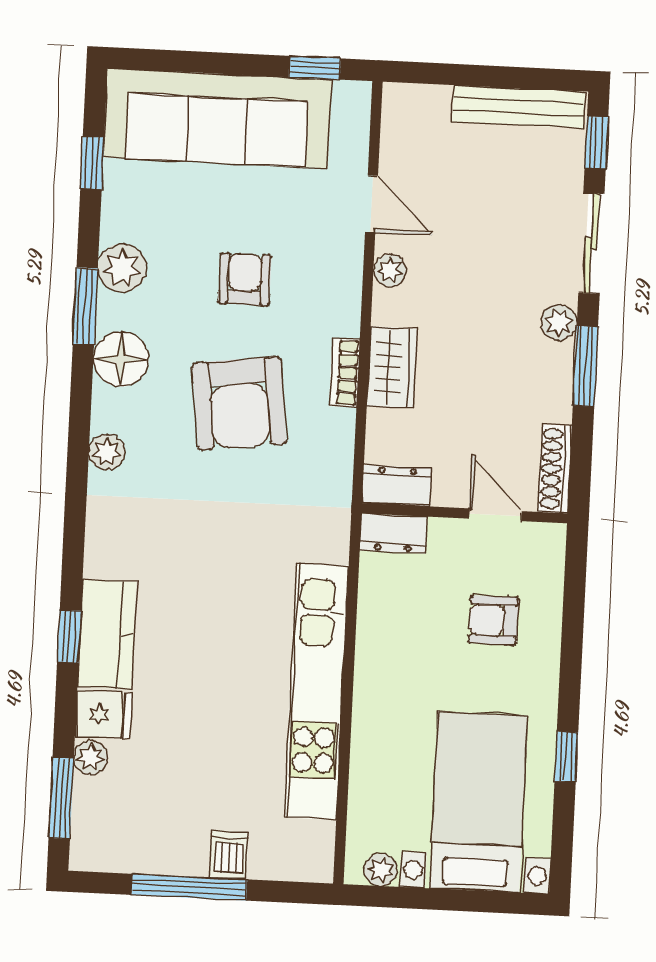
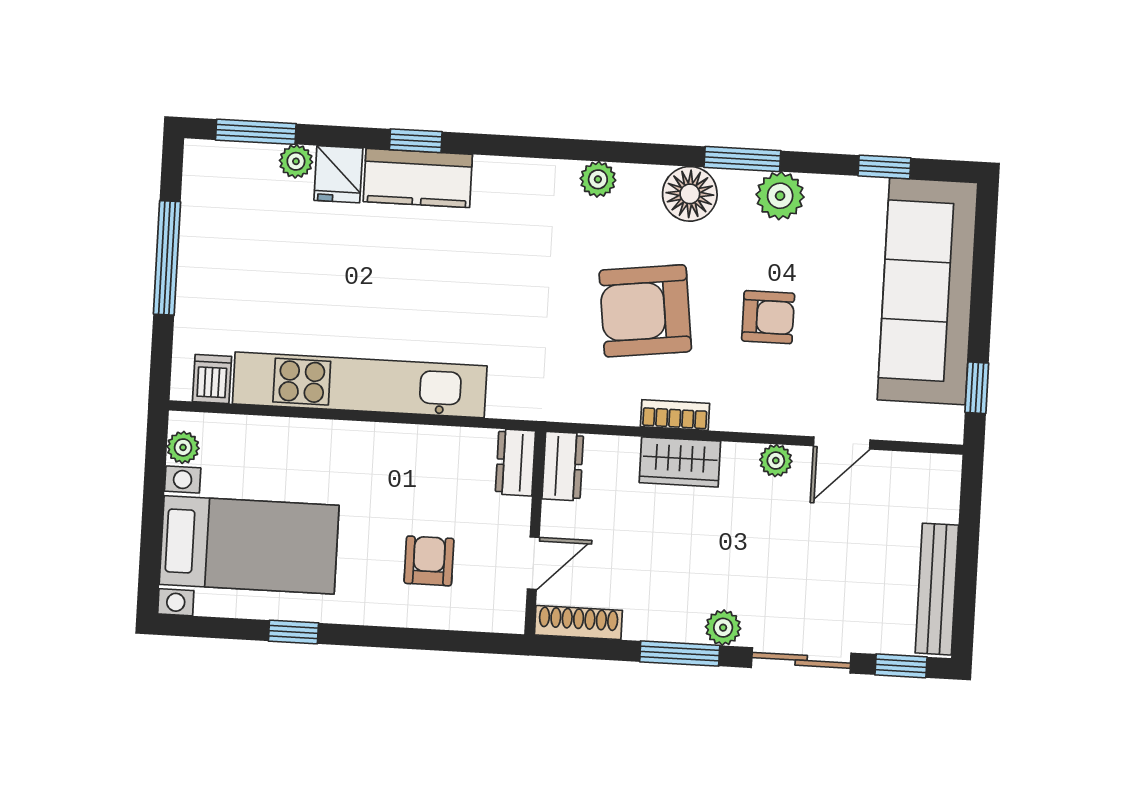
dishwasher: (229, 855) -> (212, 379), moved, turned -90

